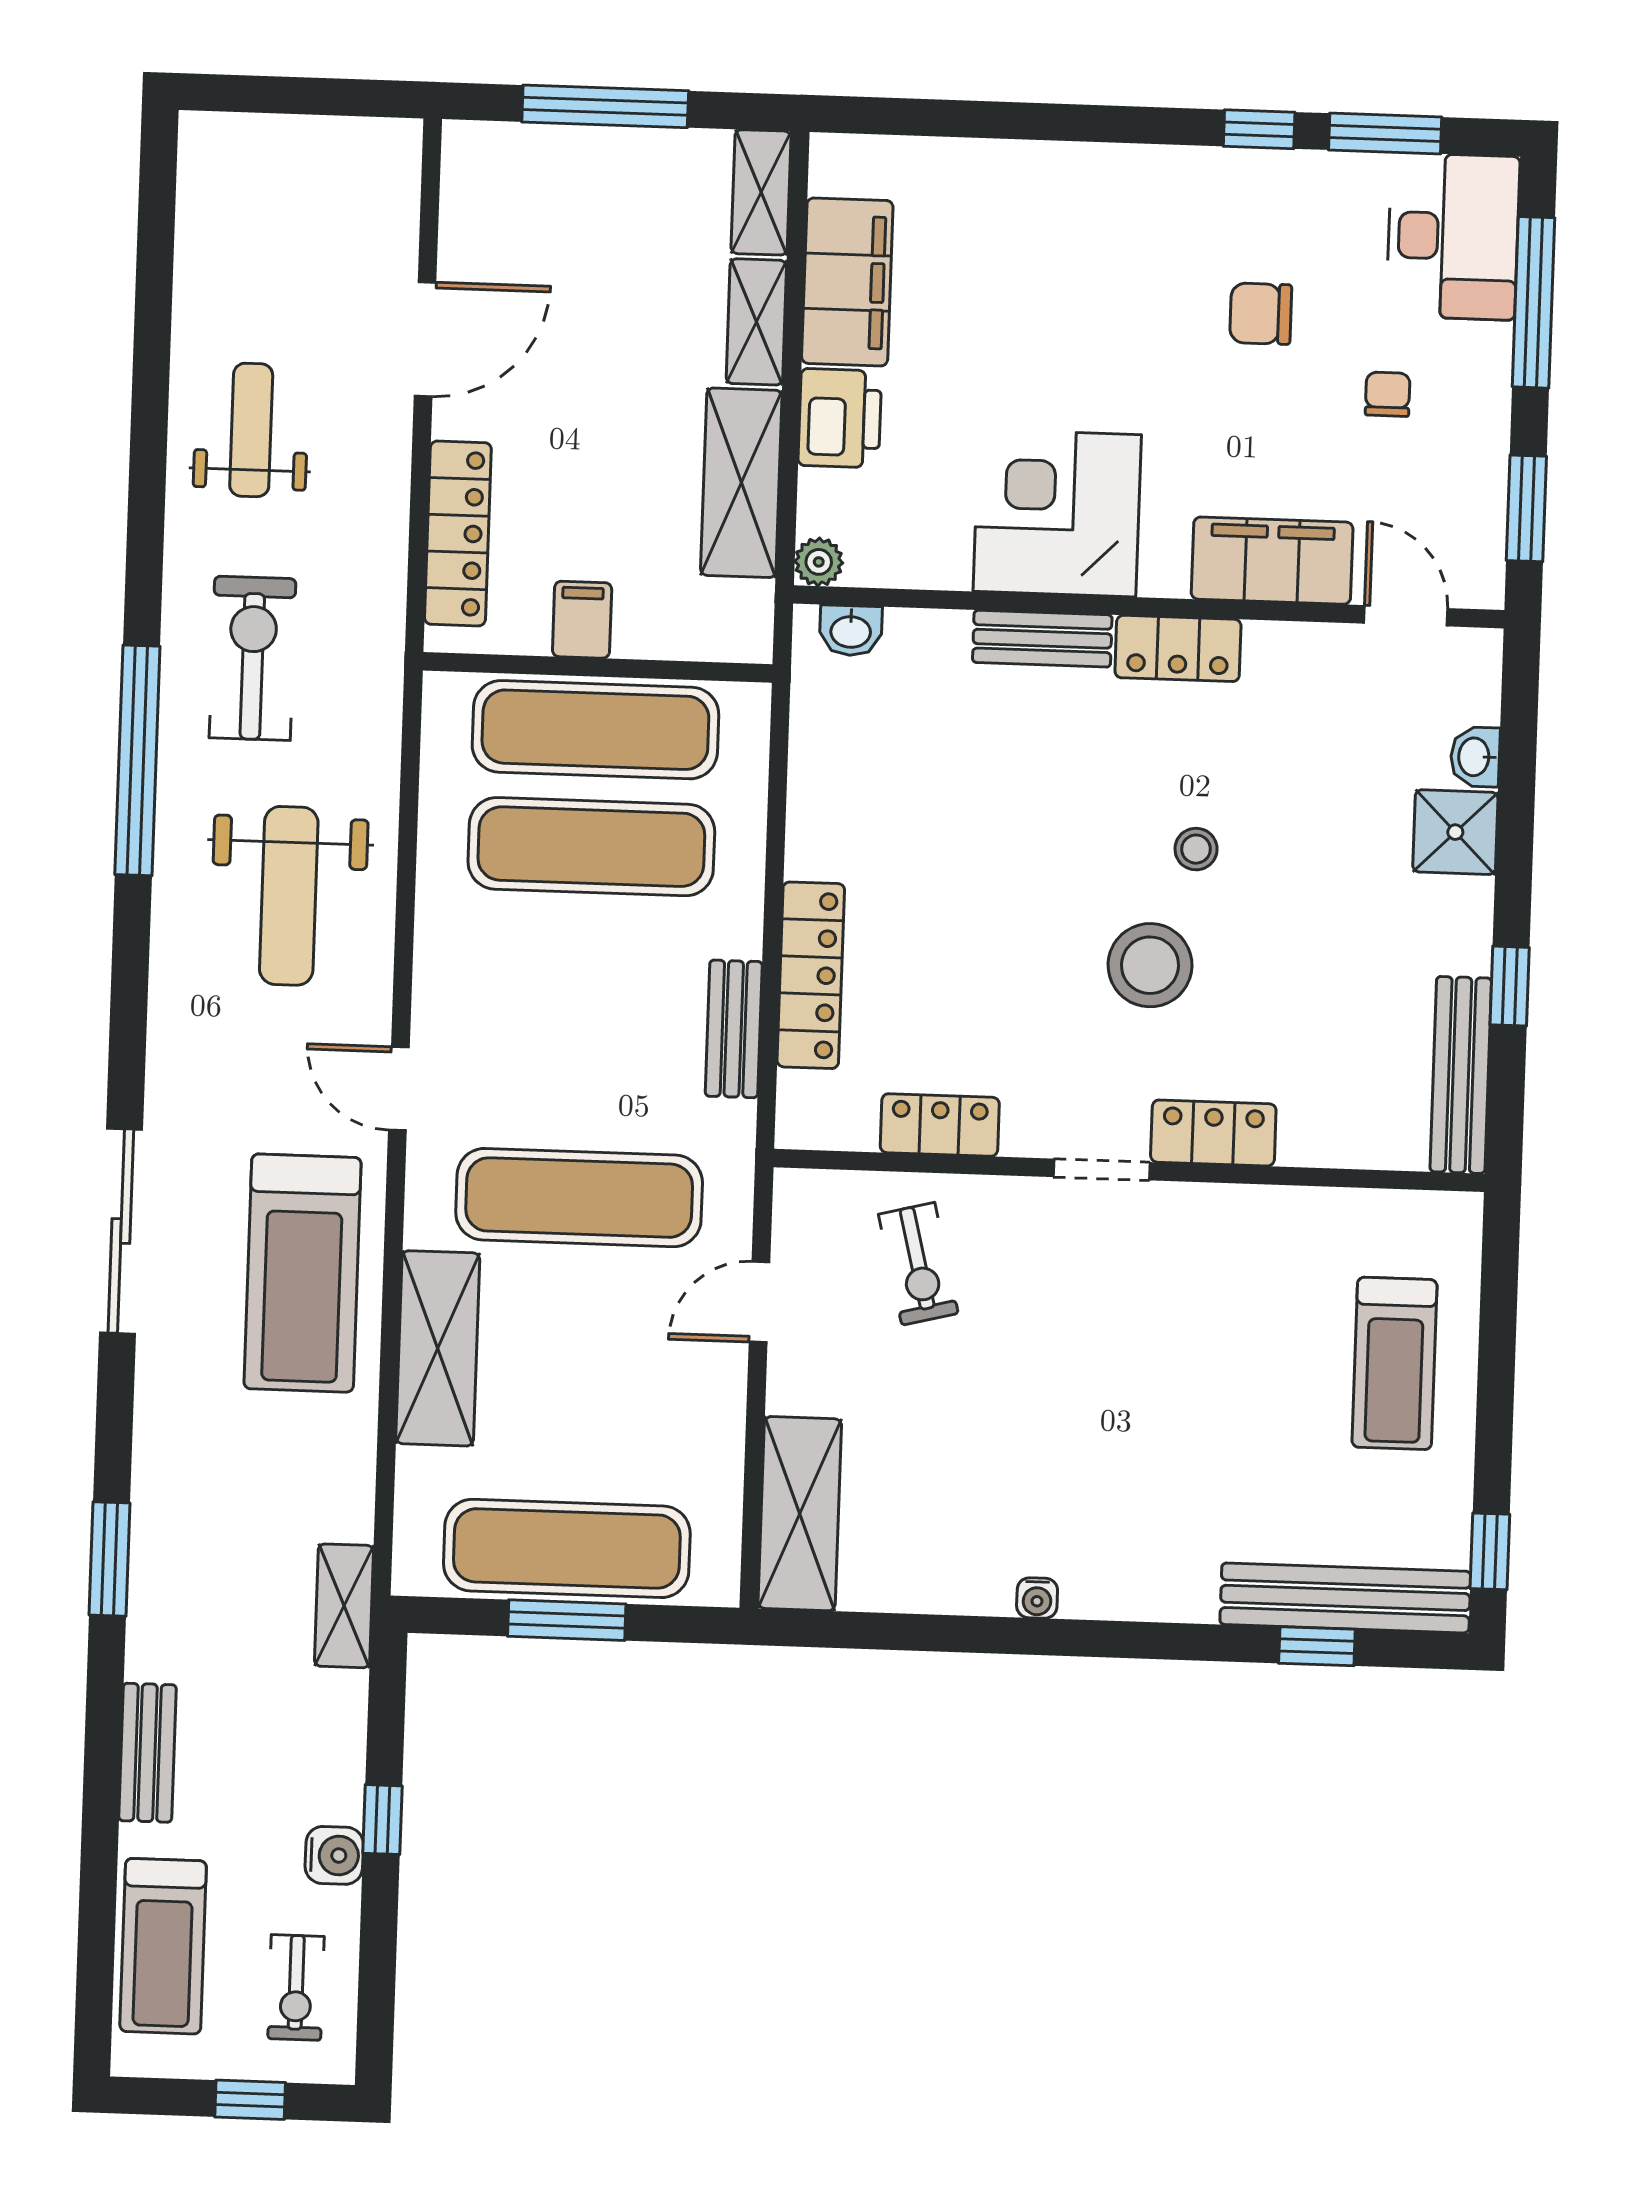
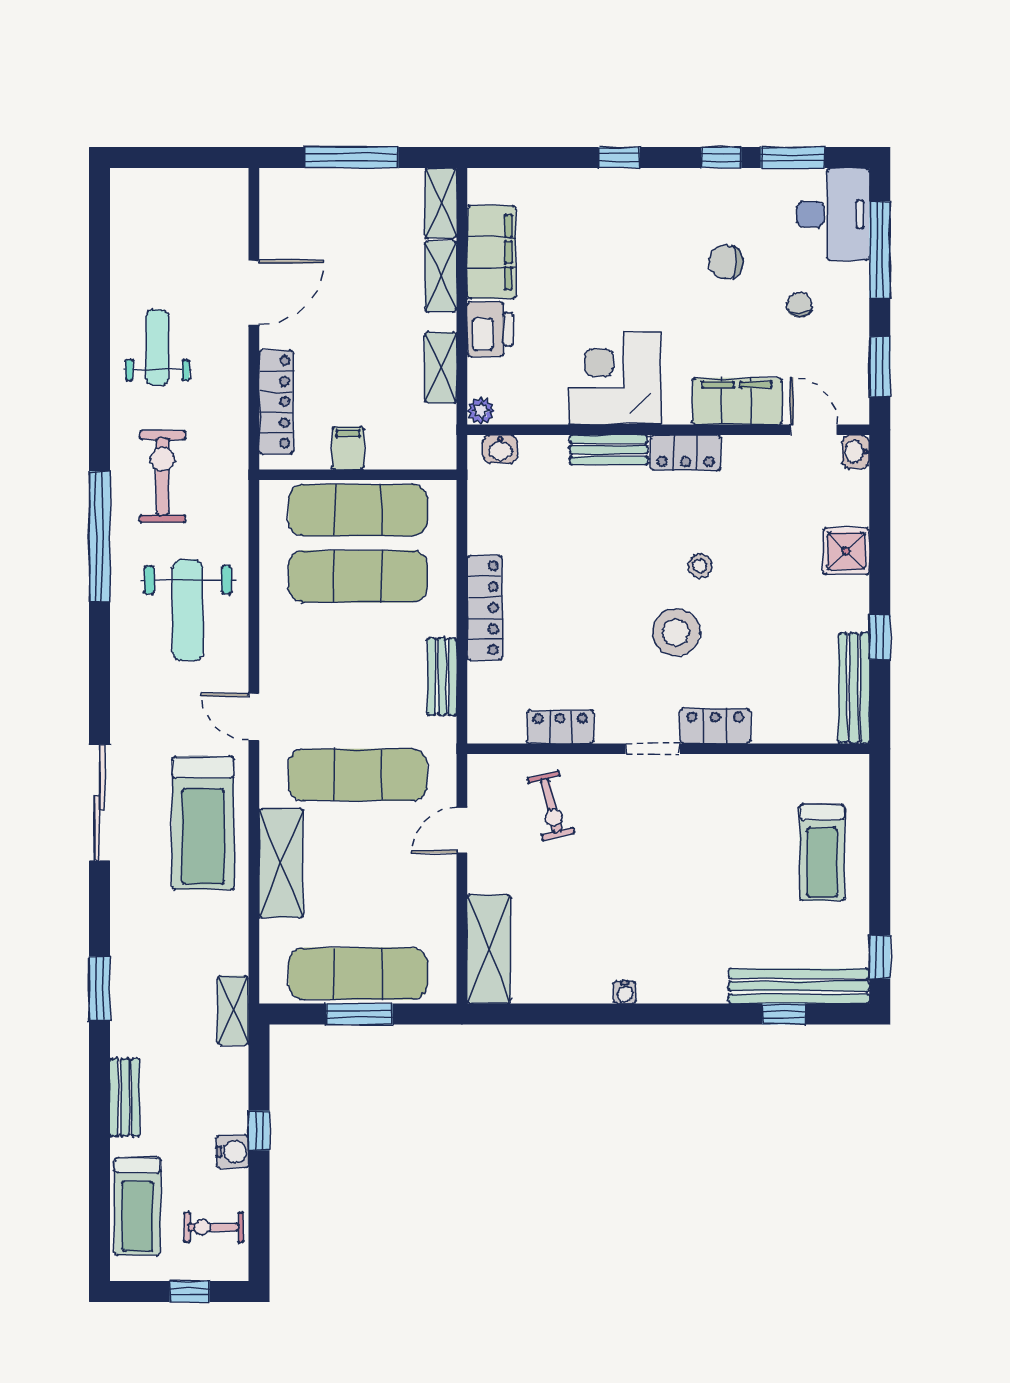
window: (1078, 123) -> (619, 157), added
shelving: (741, 483) -> (441, 368), width x0.67, depth x0.75
washbasin: (1475, 757) -> (856, 452), moved
locker: (811, 975) -> (484, 608), moved
exercise bike: (296, 1988) -> (213, 1227), turned 90

